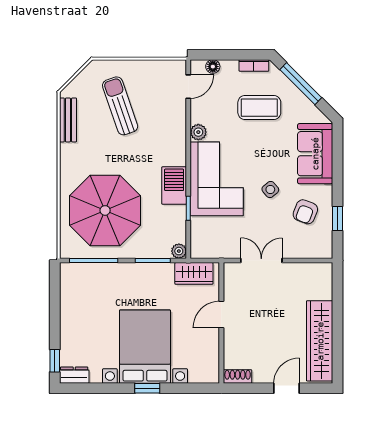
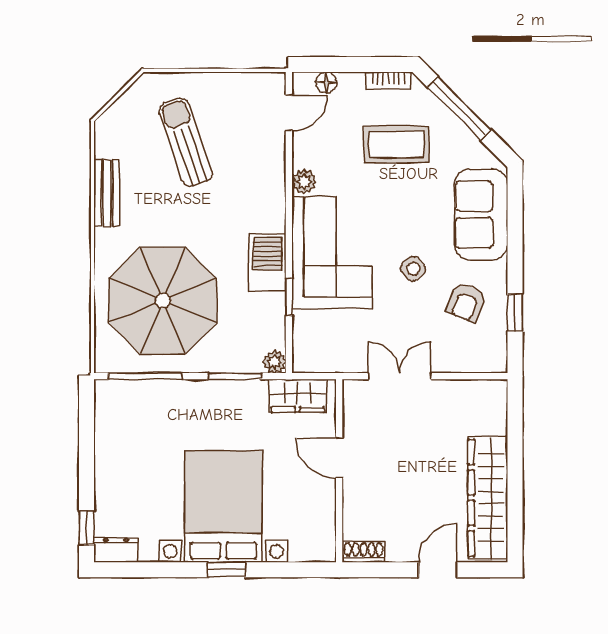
bench: (68, 120) -> (107, 193), moved
door: (221, 314) -> (339, 458), hinge flipped

